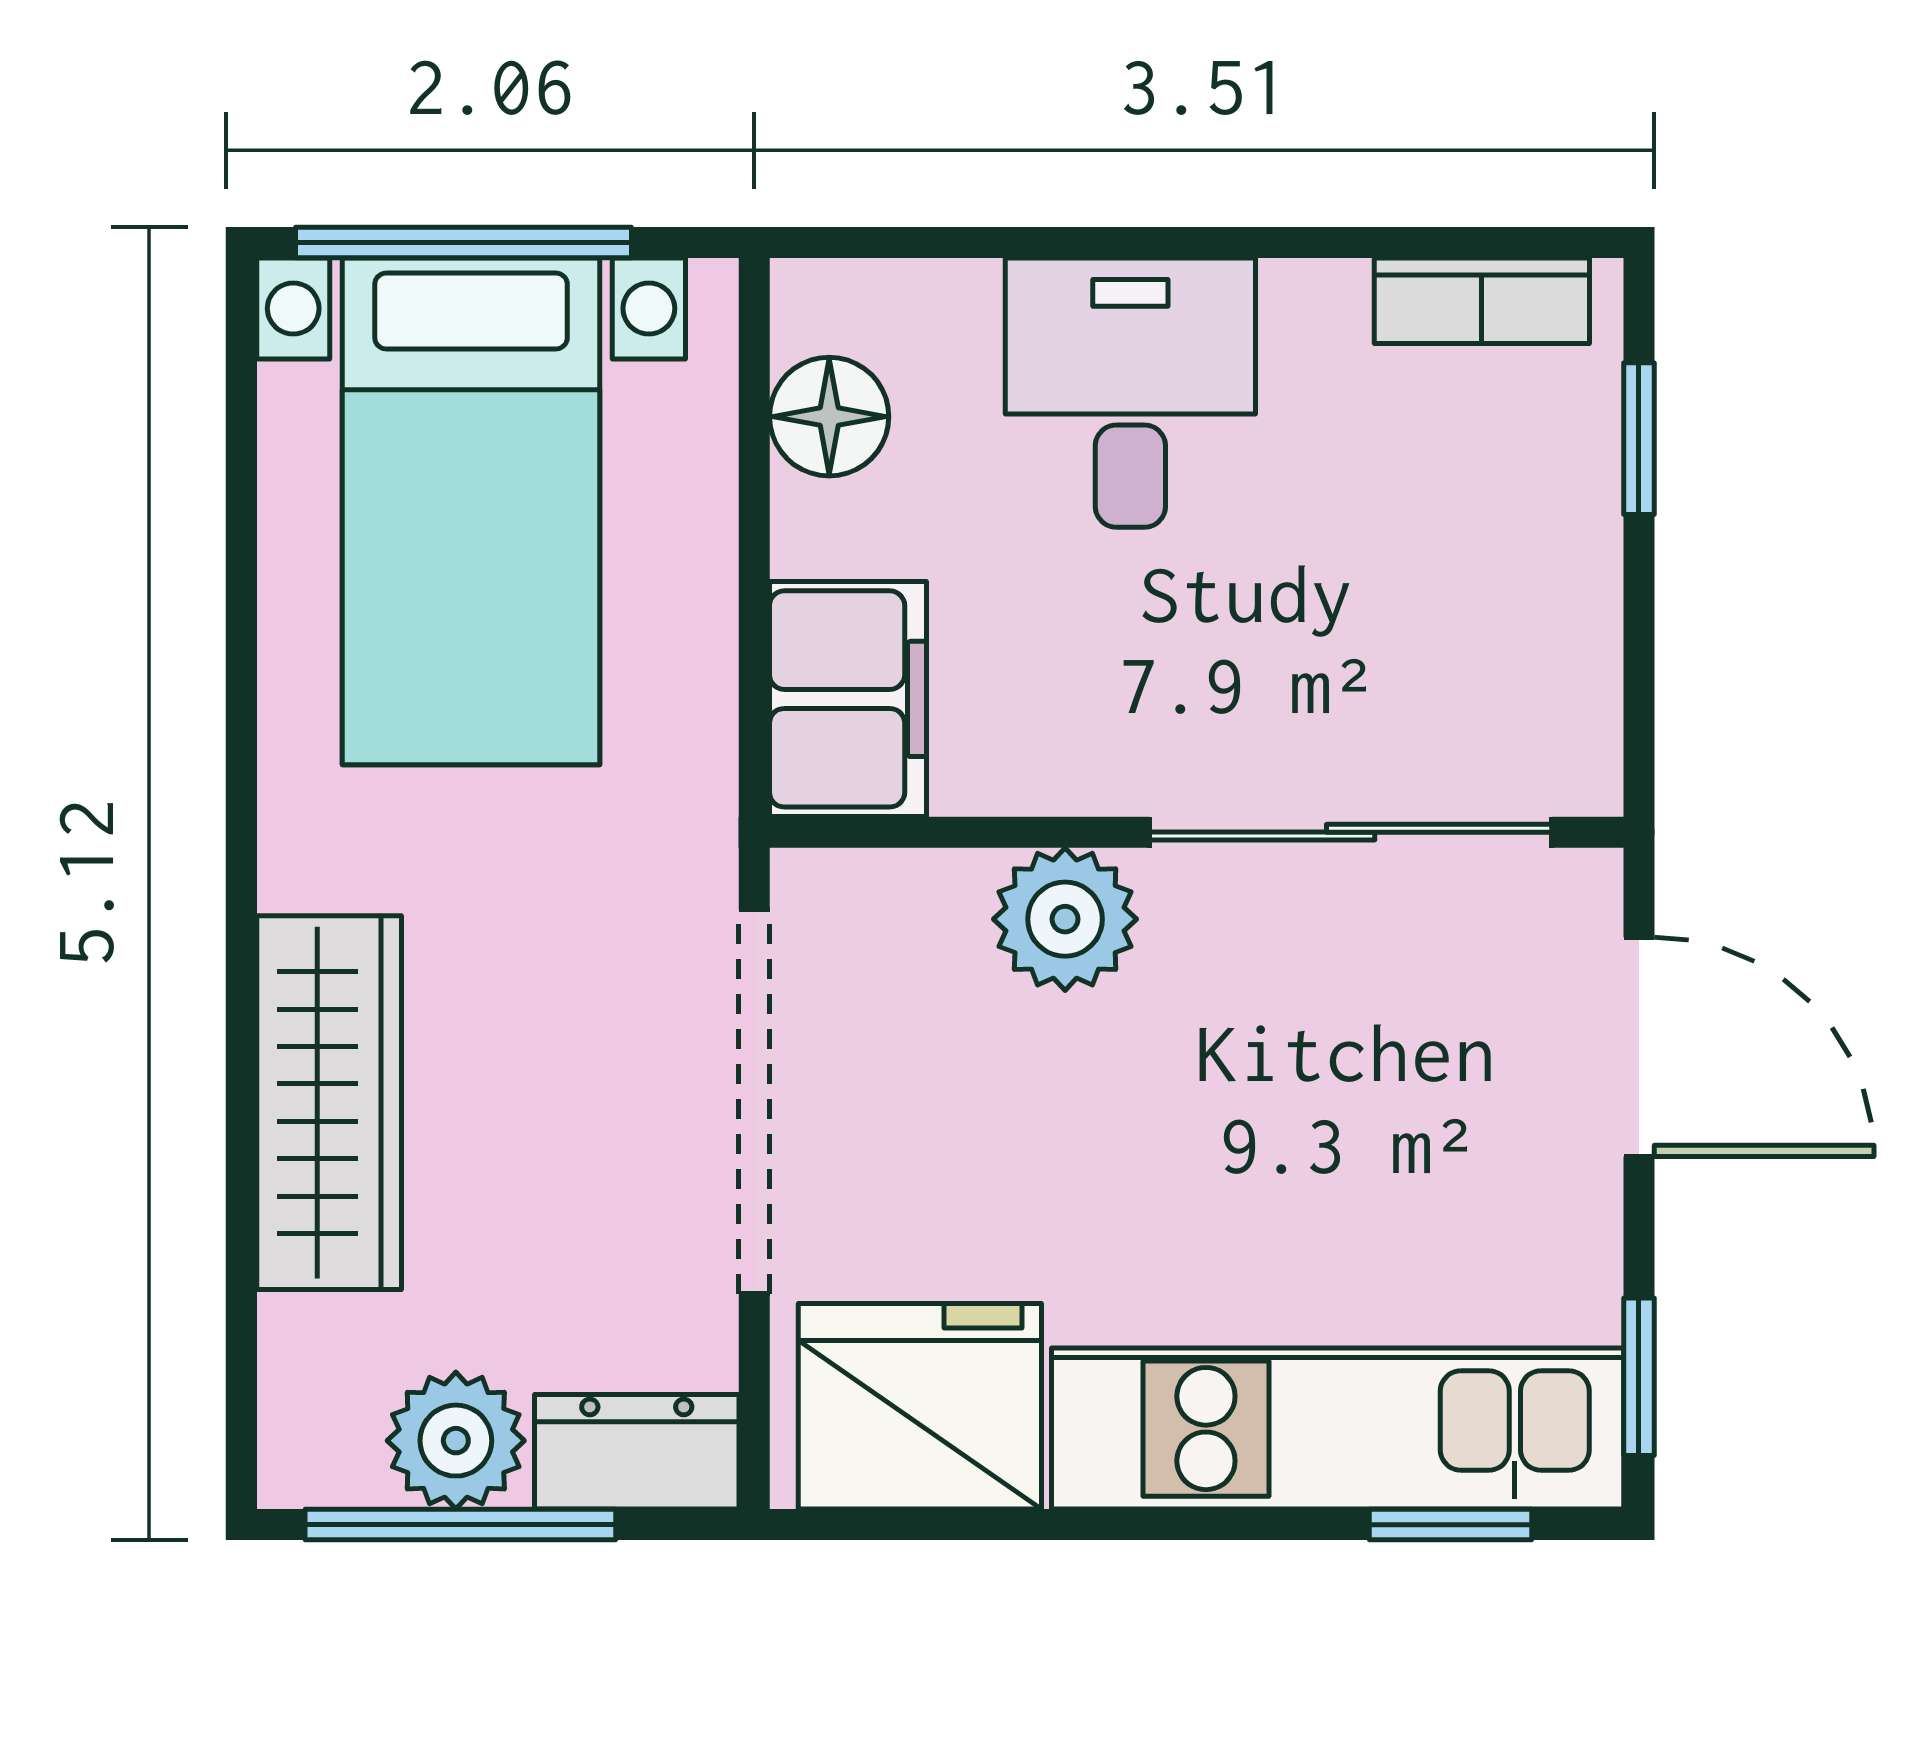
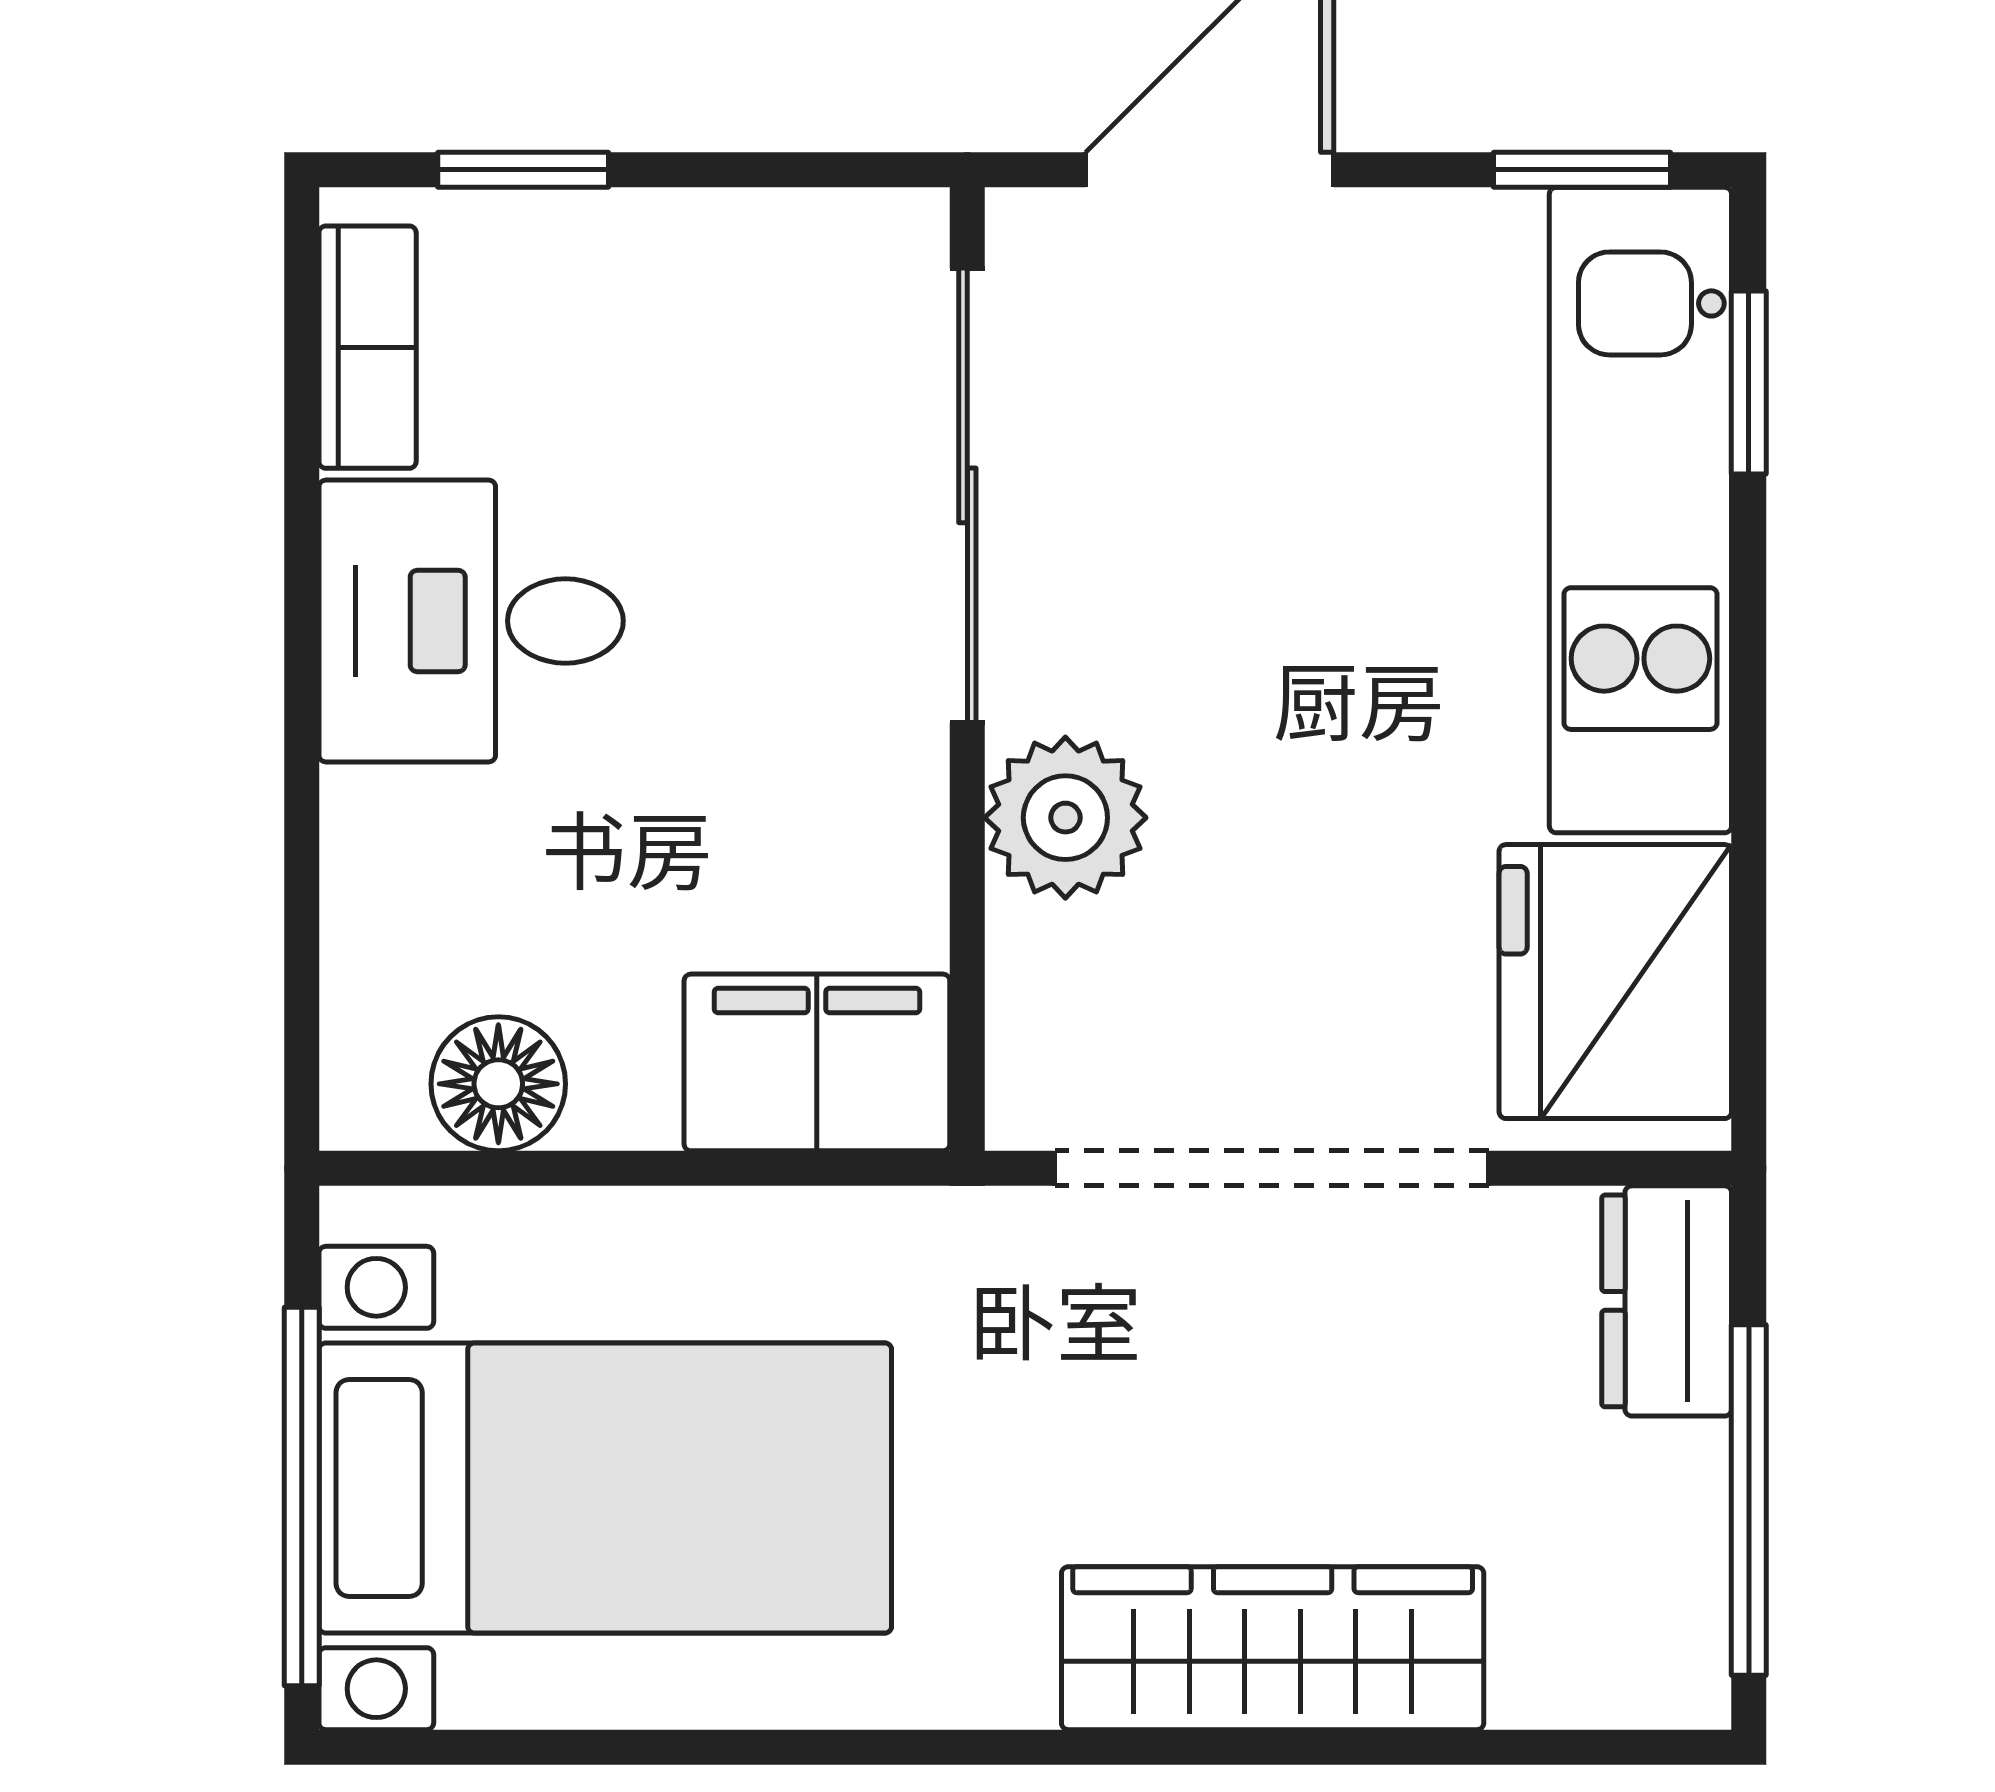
desk: (1130, 393) -> (471, 621), moved
plant: (456, 1441) -> (1654, 1505), removed

